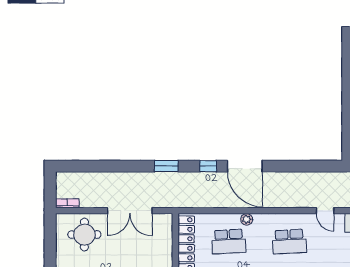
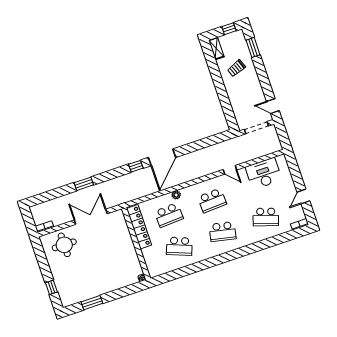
window: (166, 166) -> (84, 184), moved
door: (245, 166) -> (162, 157), hinge flipped
double door: (130, 211) -> (91, 217), swing flipped

